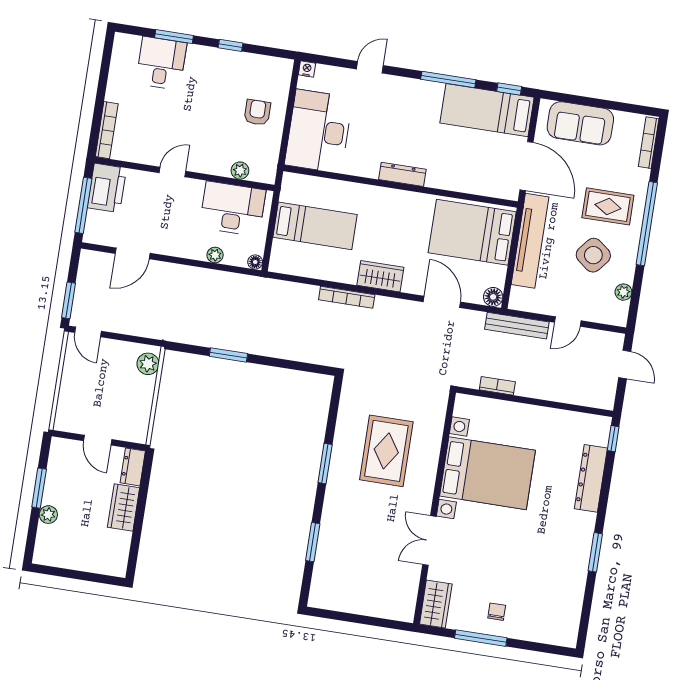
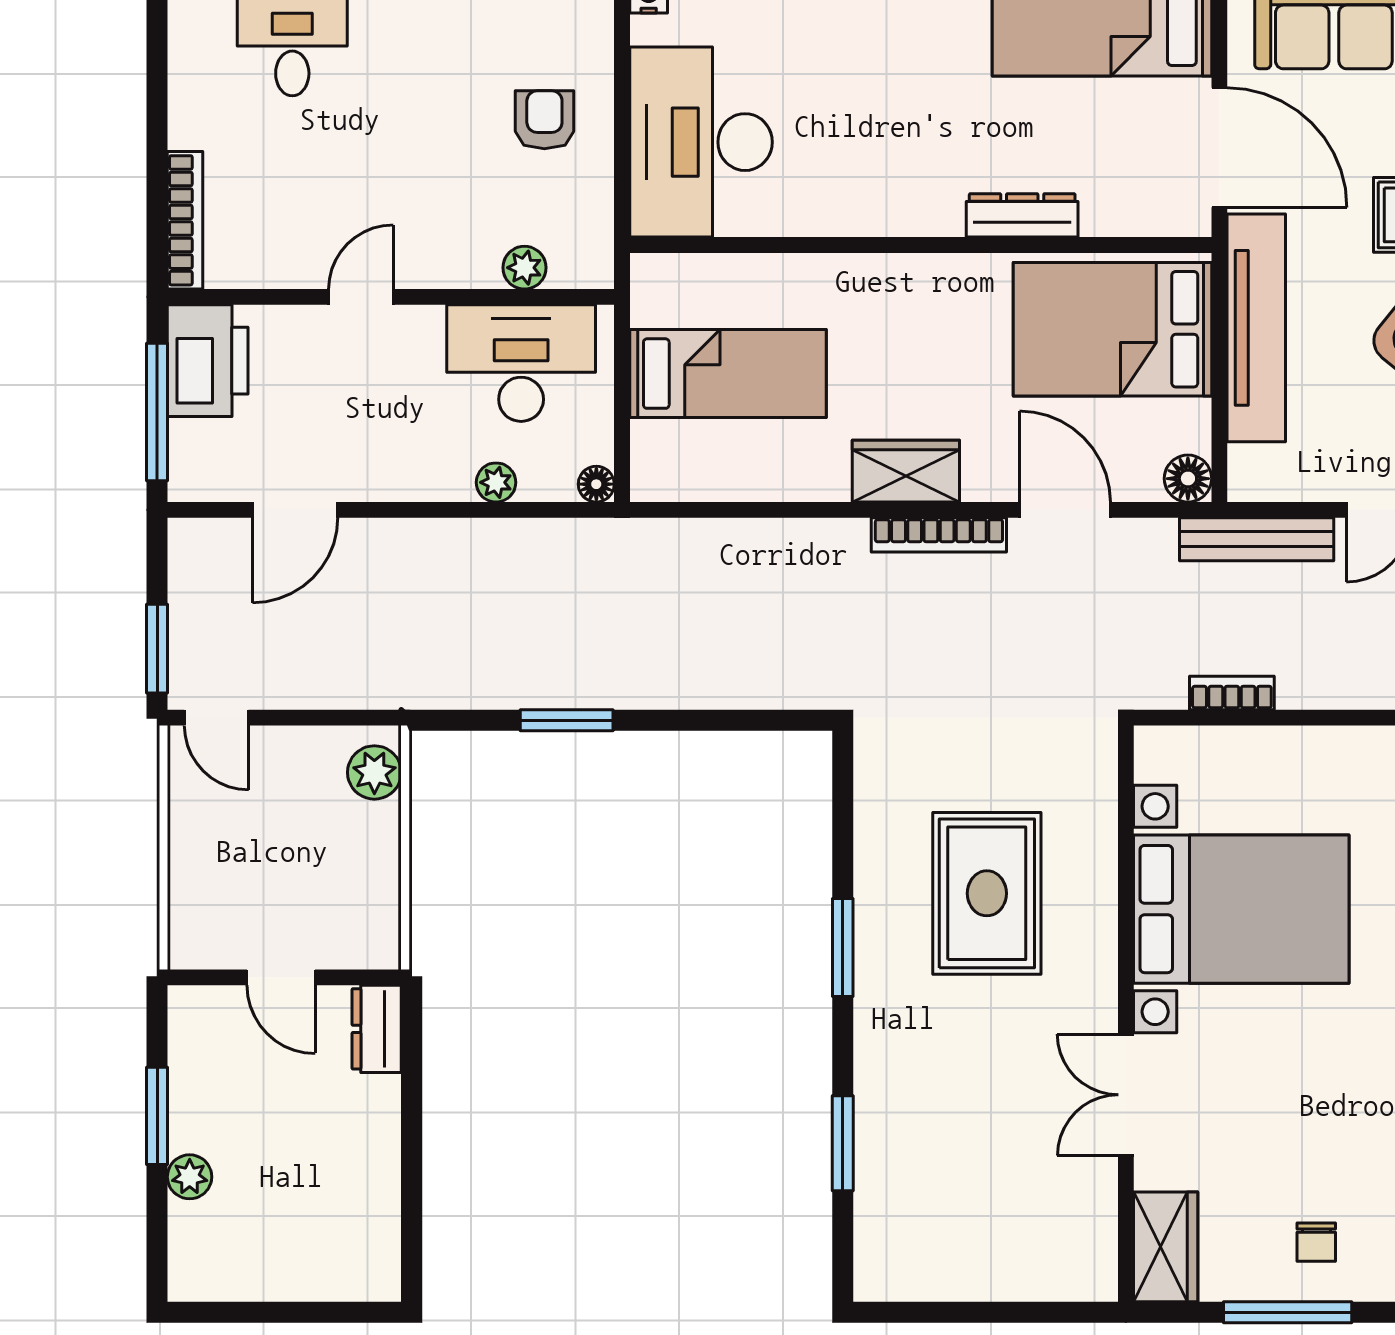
dresser: (402, 174) -> (1022, 215), moved
bookcase: (347, 297) -> (939, 535), moved
wardrobe: (124, 508) -> (370, 1131), removed
chair: (497, 612) -> (1316, 1242), turned 180

